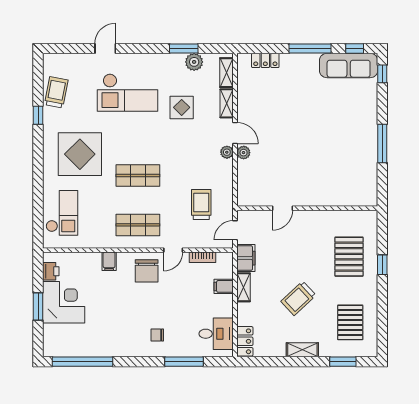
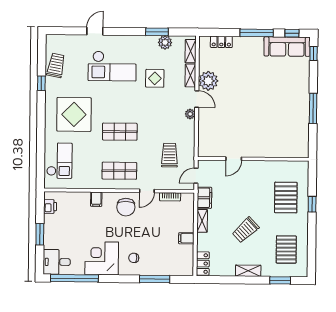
plant: (244, 153) -> (208, 81), moved, width x1.88, depth x1.88
filing cabinet: (224, 286) -> (186, 238), moved
corner desk: (64, 302) -> (102, 258), moved, turned -90
desk: (216, 334) -> (57, 262), moved, turned 180

